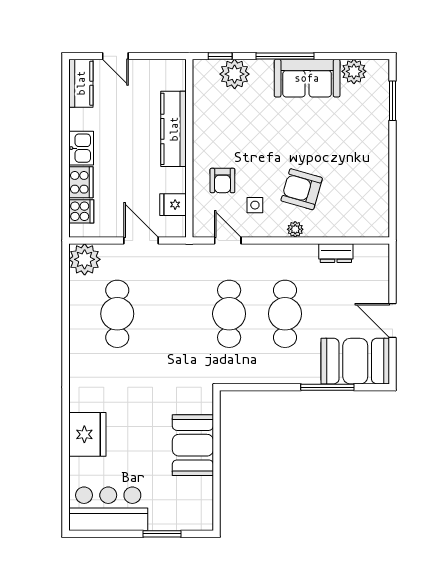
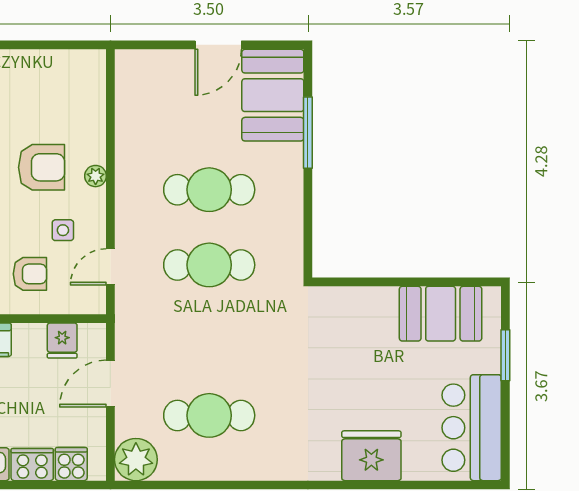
armchair: (302, 189) -> (42, 167), turned -106
dresser: (336, 253) -> (128, 121), removed
booth: (193, 445) -> (441, 314), moved

